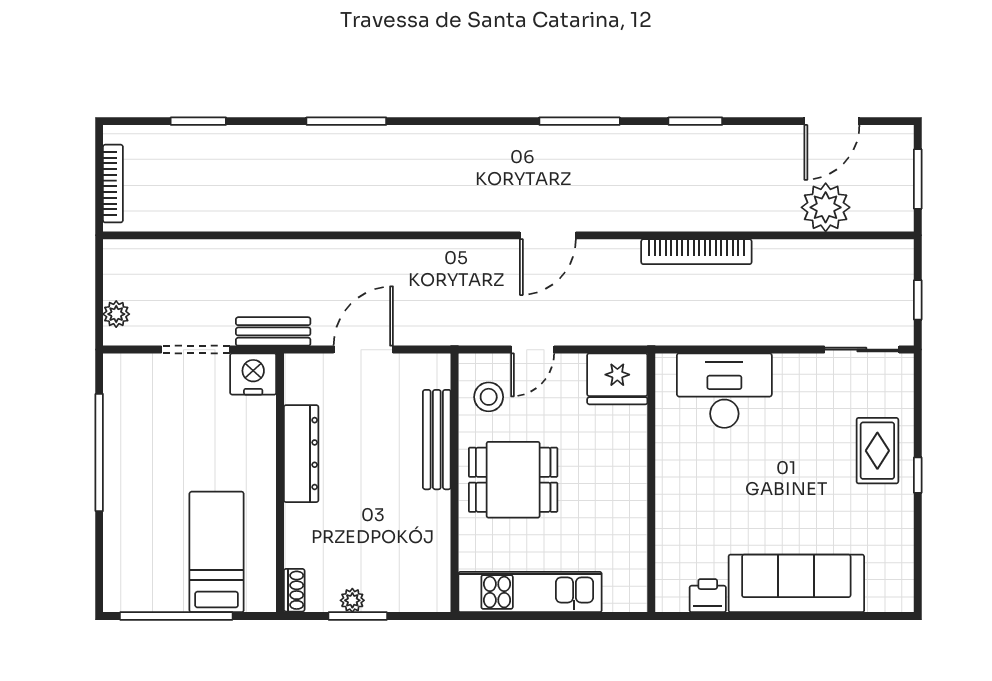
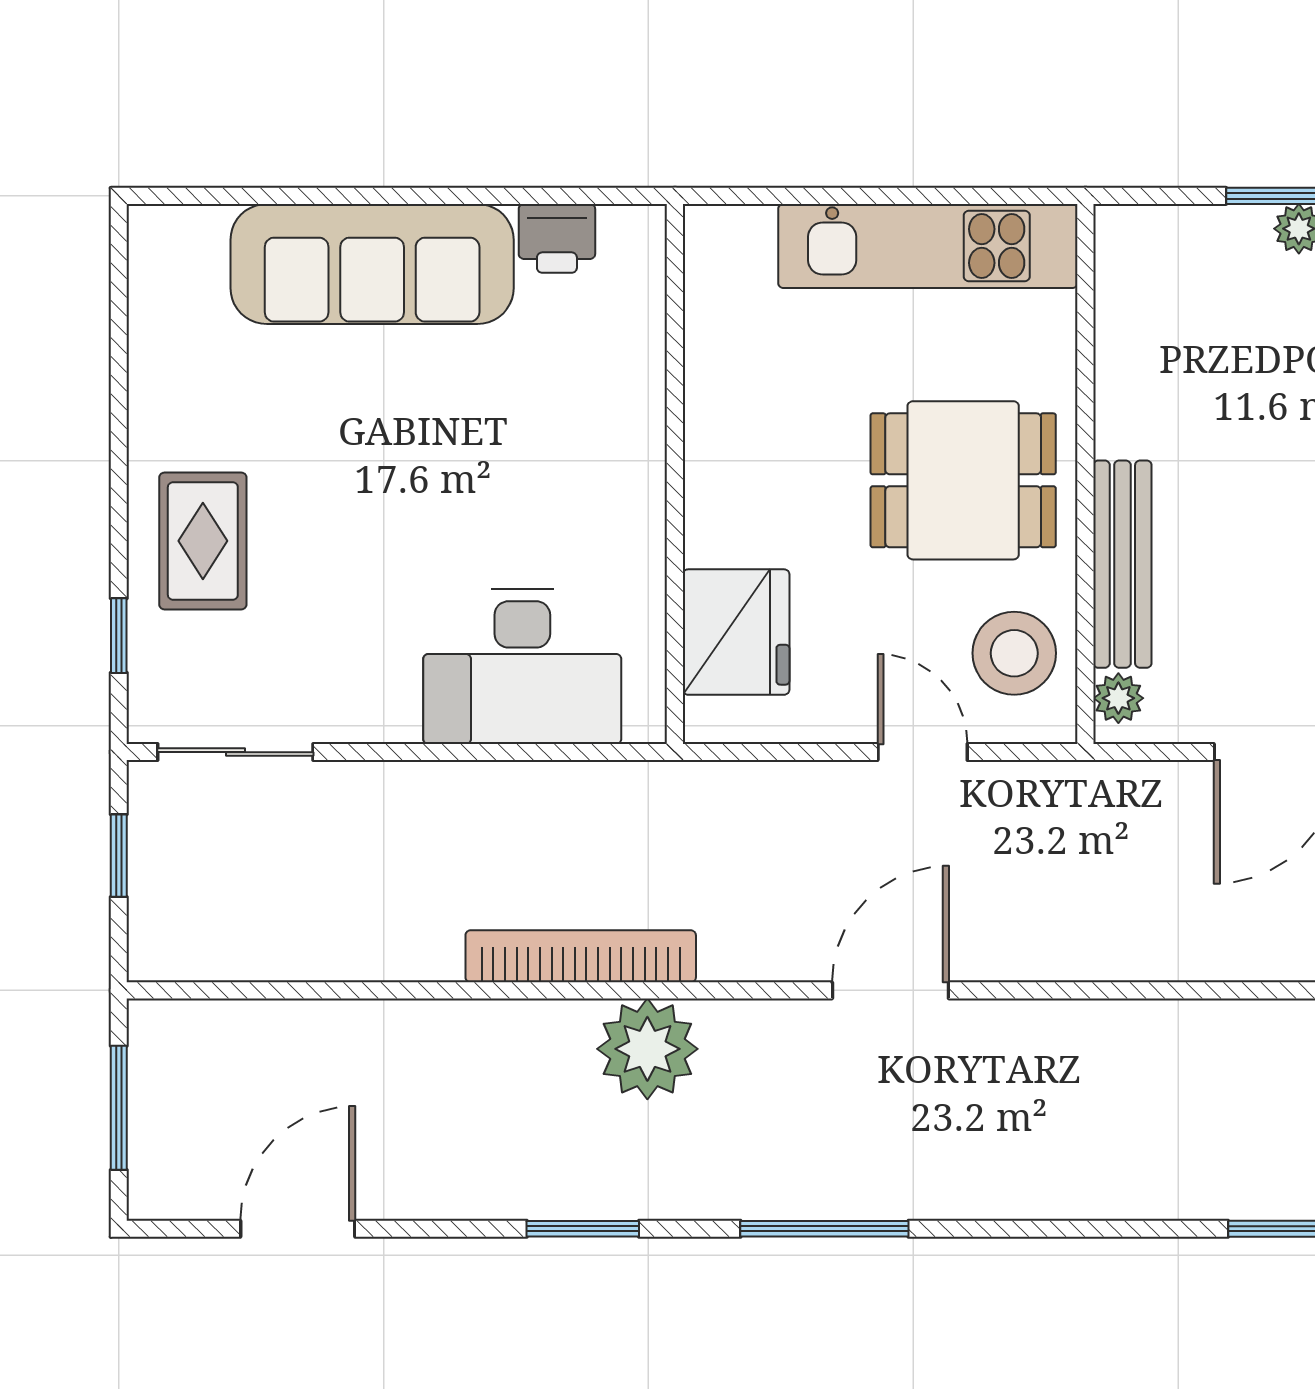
plant: (826, 207) -> (647, 1049), moved
door: (533, 350) -> (923, 752), hinge flipped
plant: (439, 375) -> (1118, 698), added
fridge: (617, 379) -> (736, 632), moved, turned 90
stool: (489, 397) -> (1014, 653), width x1.38, depth x1.38
window: (918, 475) -> (119, 636), moved

